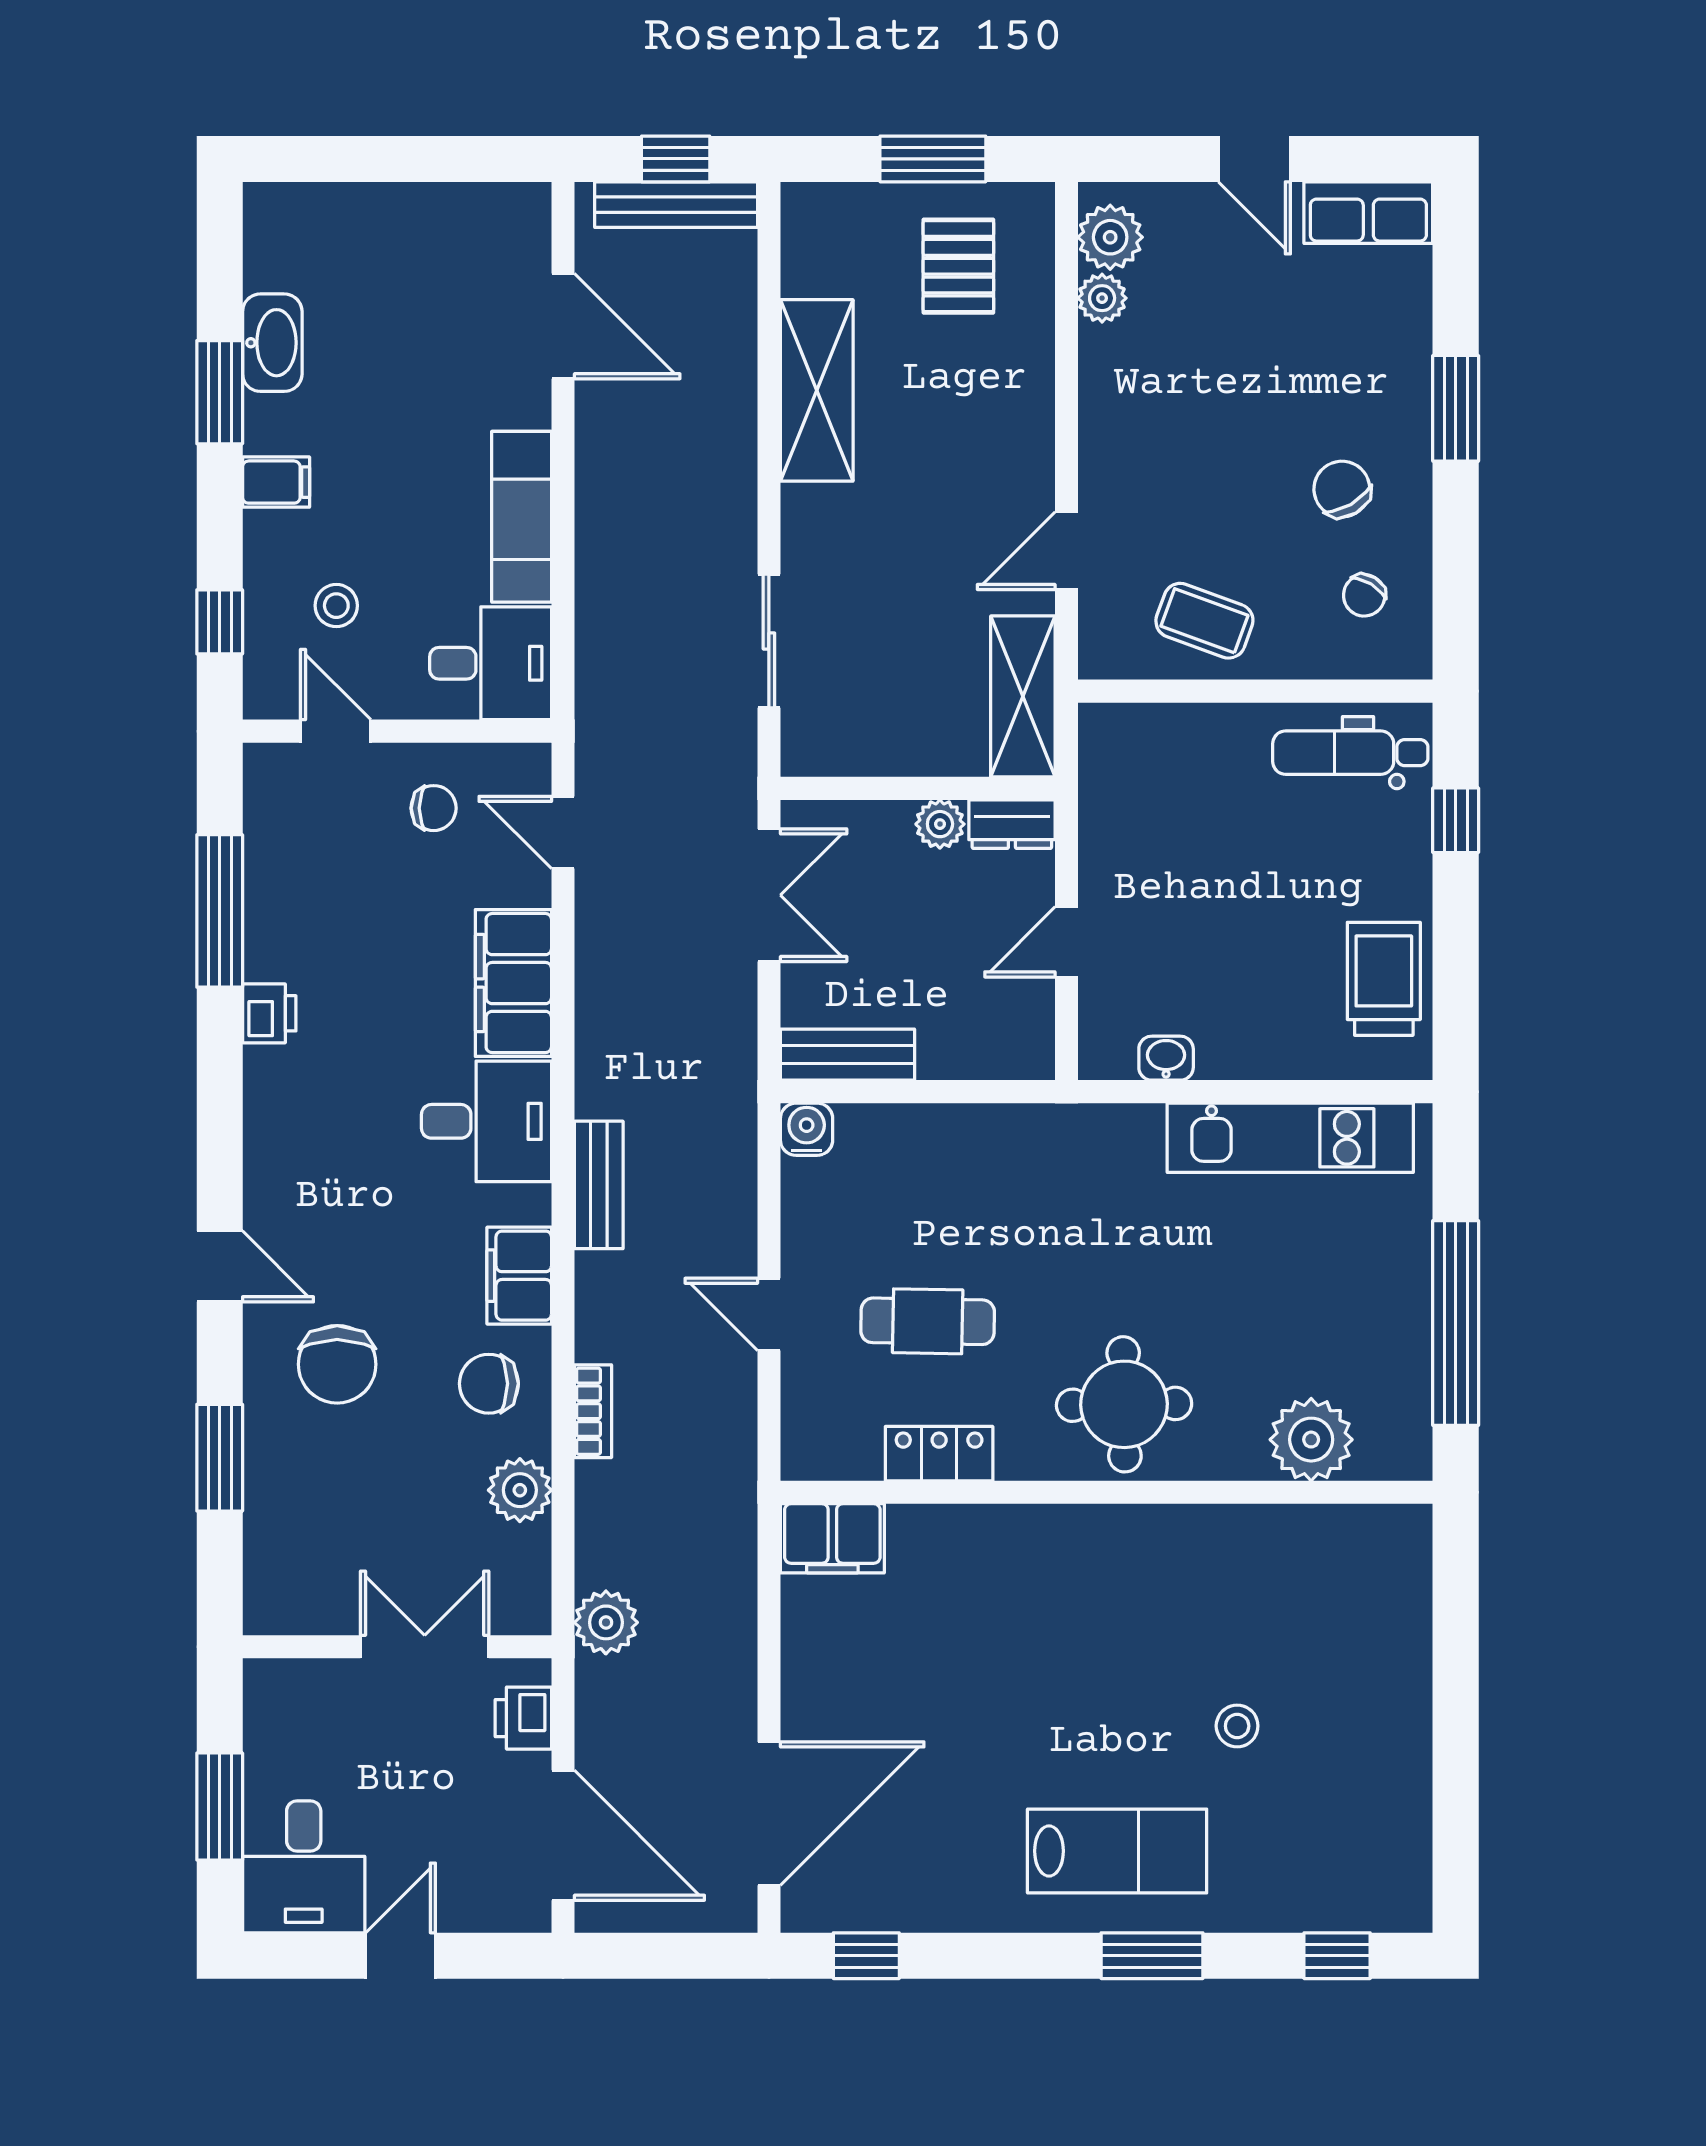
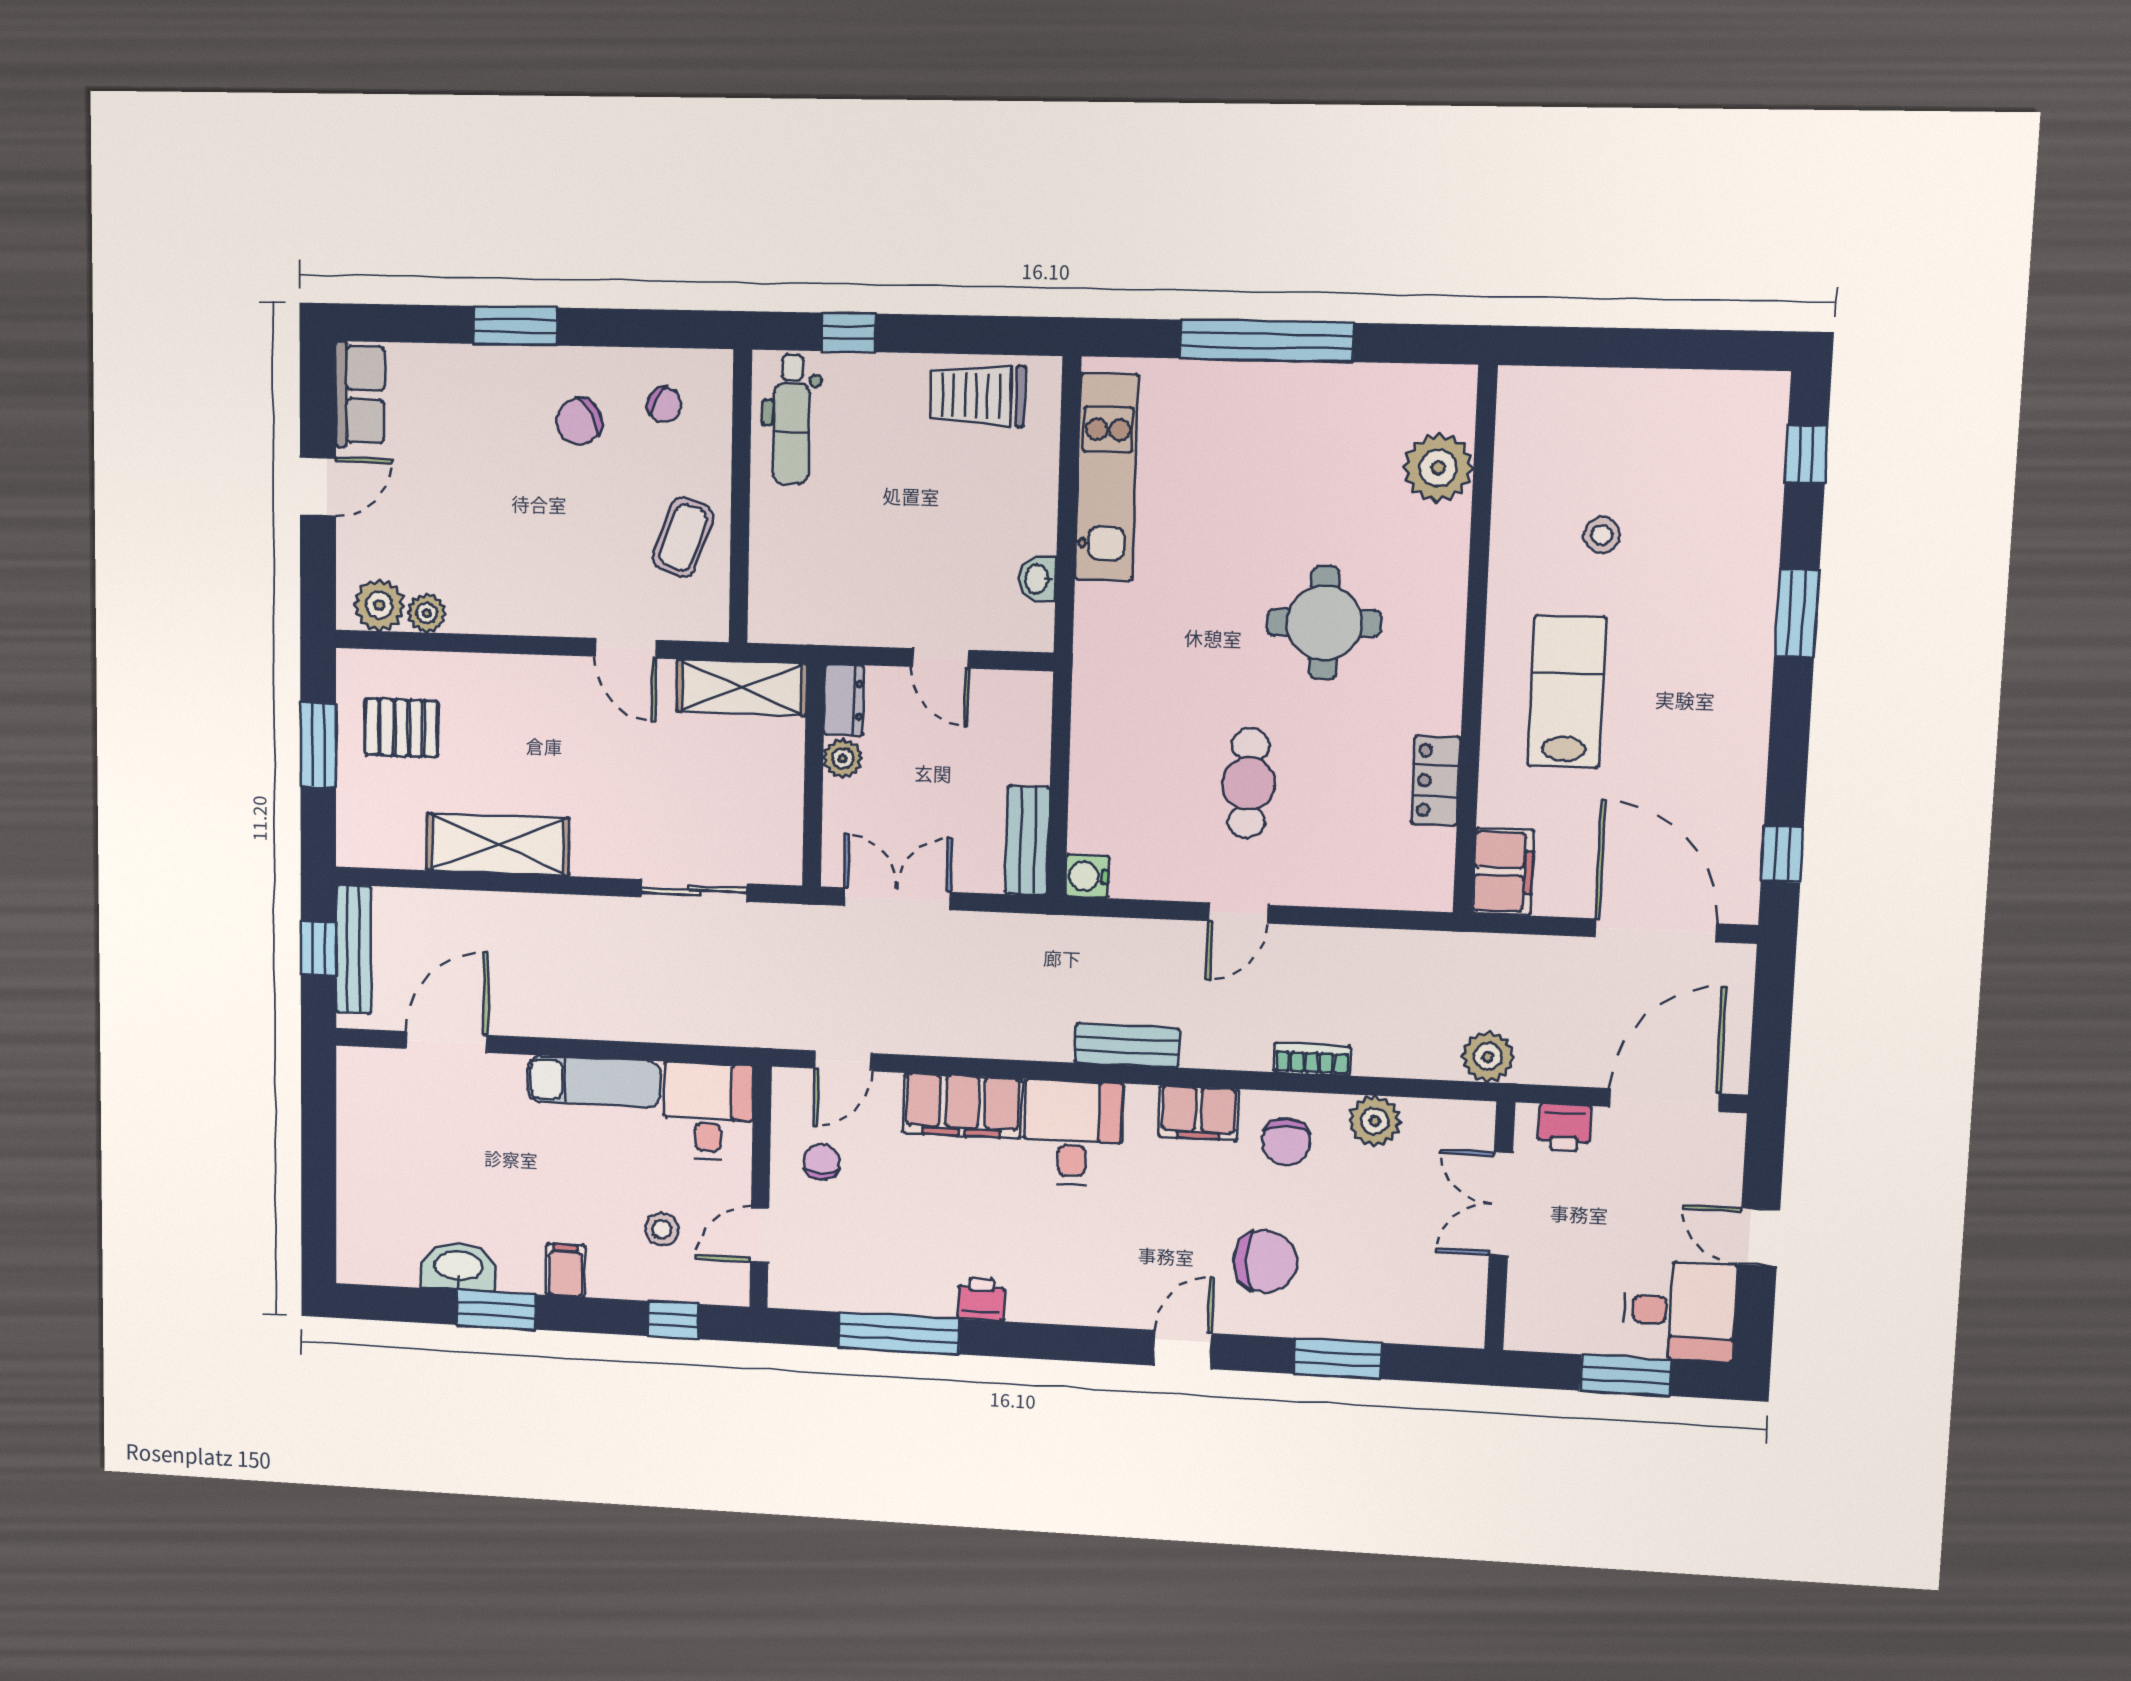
plant: (1311, 1440) -> (1438, 468), moved
locker: (939, 1454) -> (1436, 781), moved
wall: (1107, 1492) -> (1475, 642), moved
filing cabinet: (832, 1538) -> (1503, 872), moved
lab bench: (1117, 1851) -> (1567, 692), moved

